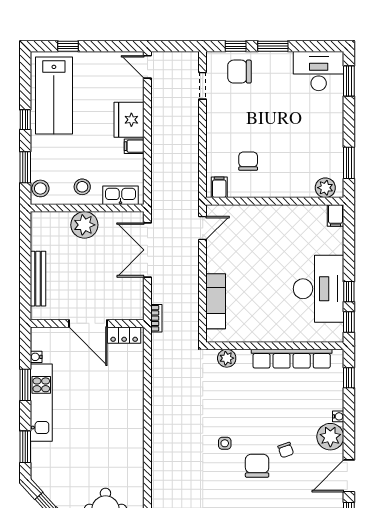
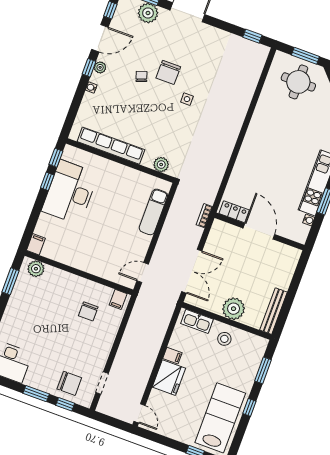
stool: (40, 188) -> (257, 350), removed
bench: (38, 279) -> (273, 311), moved
window: (349, 378) -> (89, 68), moved
plant: (330, 437) -> (100, 67), width x0.53, depth x0.53

